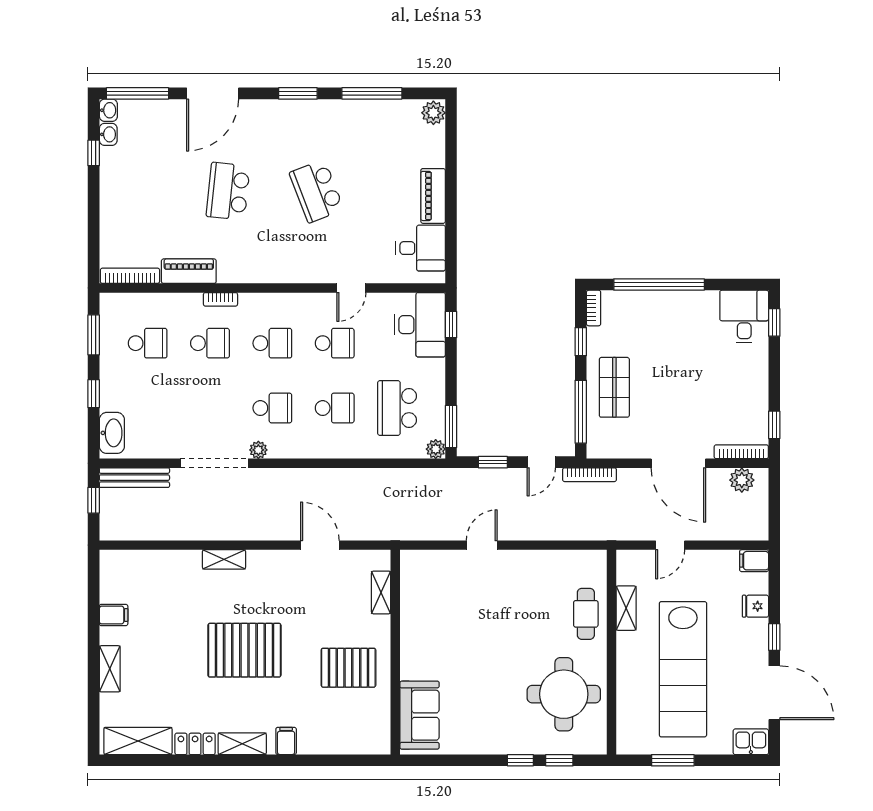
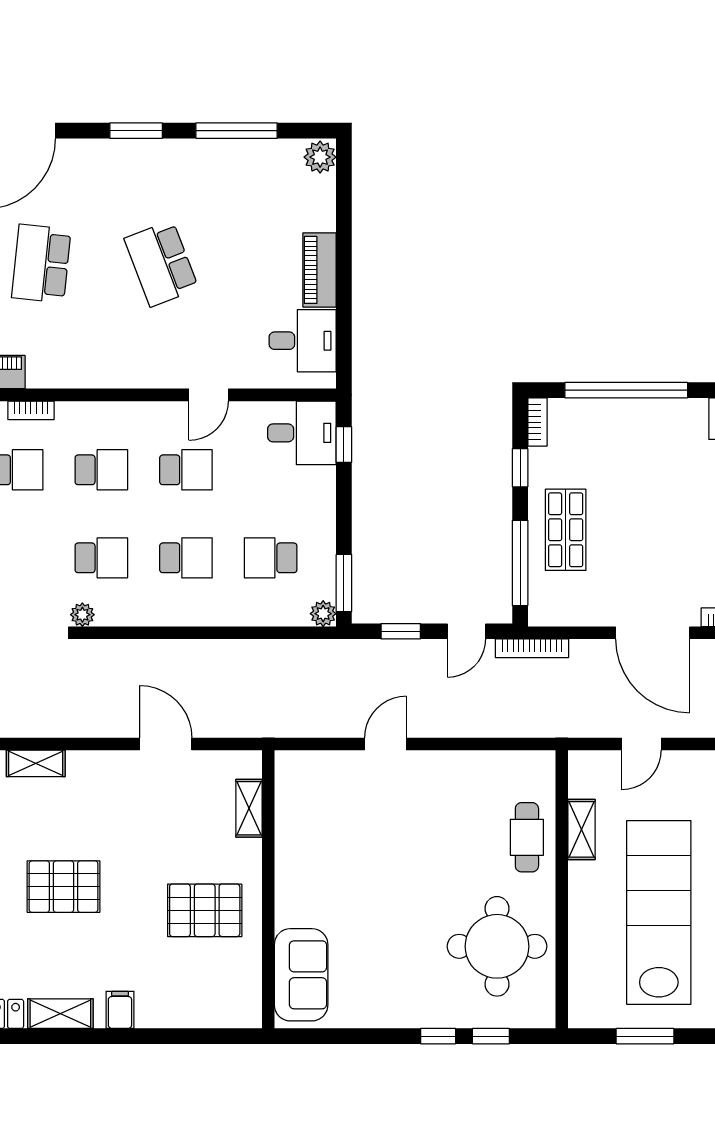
desk: (420, 325) -> (302, 433), width x0.73
school desk: (397, 408) -> (271, 558), width x0.54
pallet: (244, 650) -> (63, 887), width x0.73, depth x0.71
lab bench: (683, 669) -> (659, 912), turned 180

